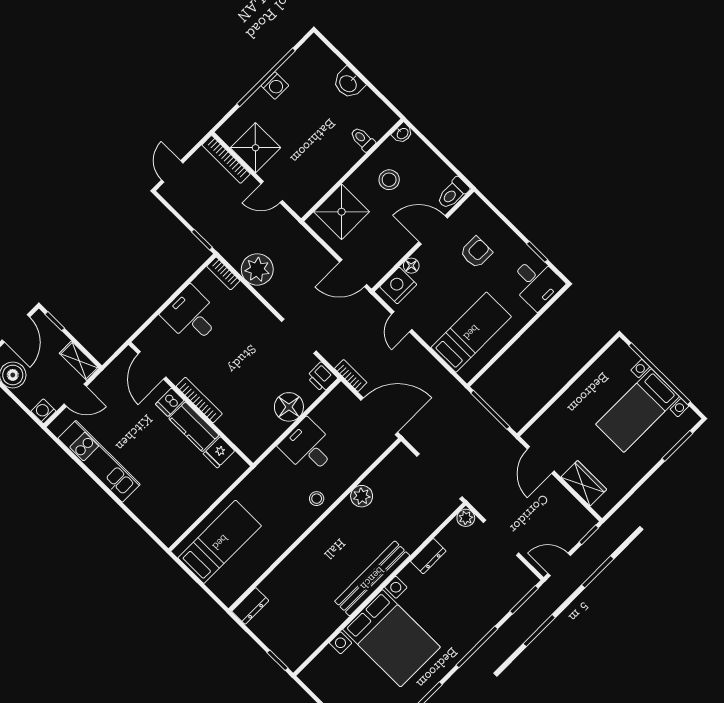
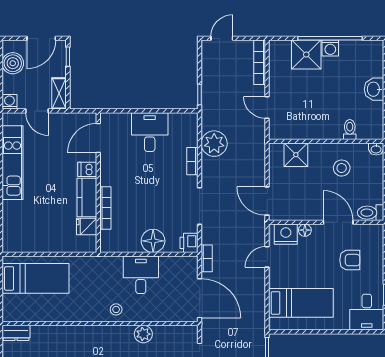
shower: (256, 148) -> (306, 55), moved
shower: (342, 212) -> (296, 155), width x0.73, depth x0.73
bookcase: (223, 273) -> (192, 161), moved
bookcase: (199, 400) -> (105, 208), moved

